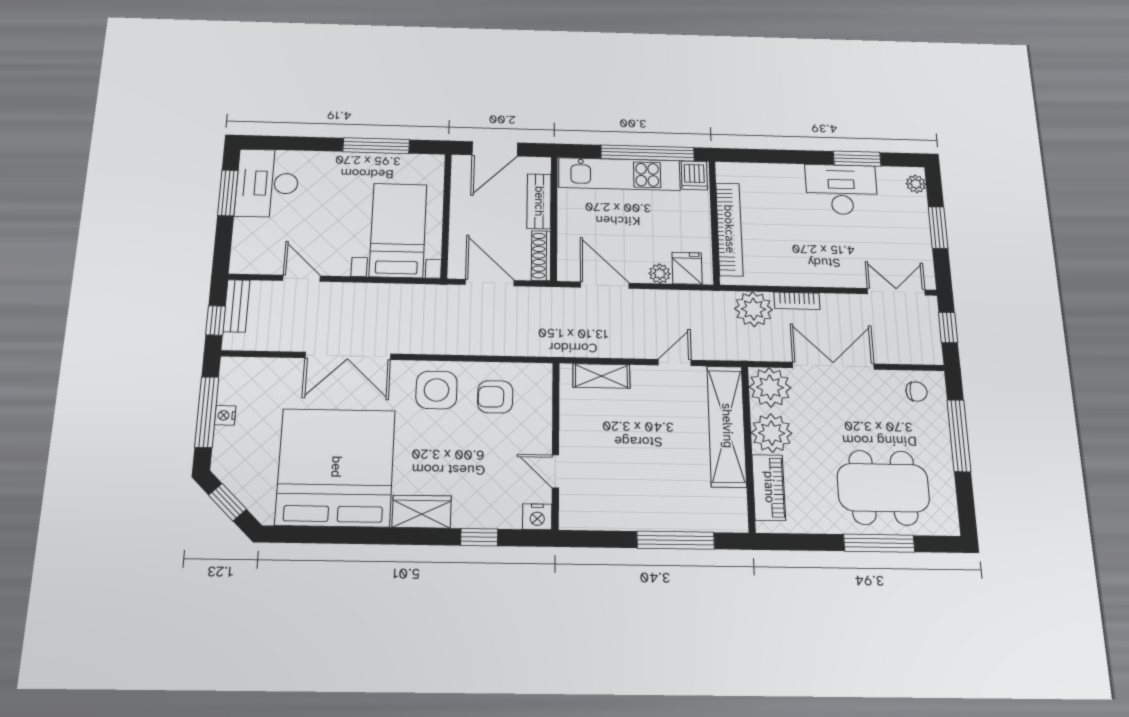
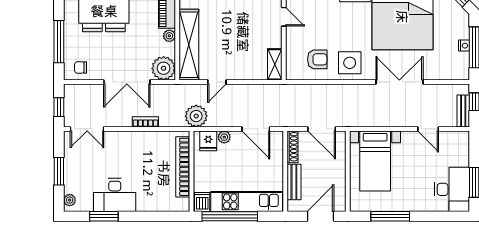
plant: (753, 309) -> (196, 116), moved
shelving: (601, 376) -> (275, 64), moved, turned 90
plant: (772, 433) -> (169, 36), width x0.53, depth x0.53

